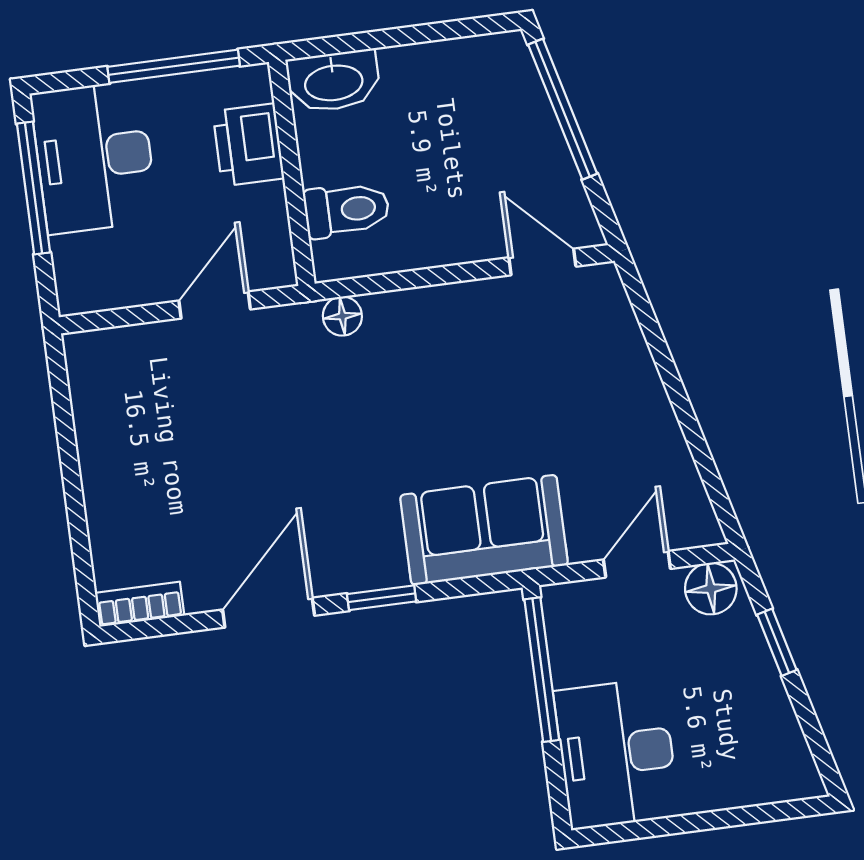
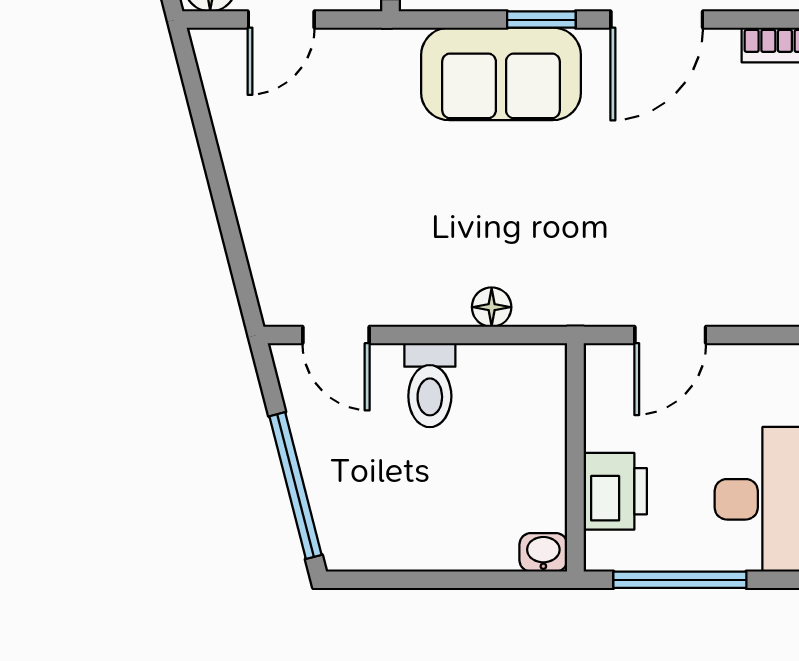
washbasin: (334, 81) -> (543, 552), width x0.52, depth x0.69
toilet: (347, 210) -> (430, 385), moved, turned -90
floor lamp: (342, 316) -> (492, 307), moved
sofa: (484, 530) -> (501, 74), moved

